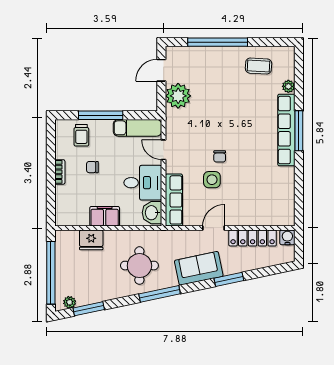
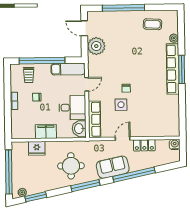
door: (161, 70) -> (84, 28), hinge flipped
window: (101, 115) -> (42, 61), width x1.46
door: (164, 150) -> (87, 84), swing flipped
locker: (253, 238) -> (144, 145), width x0.66
window: (229, 279) -> (134, 175), width x2.11

